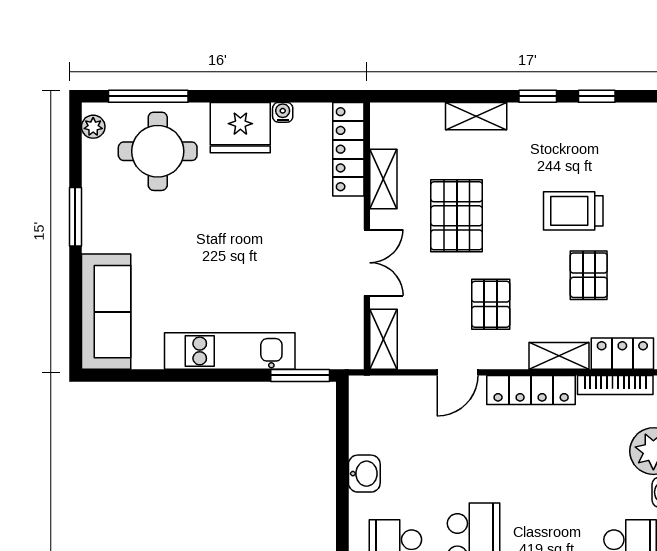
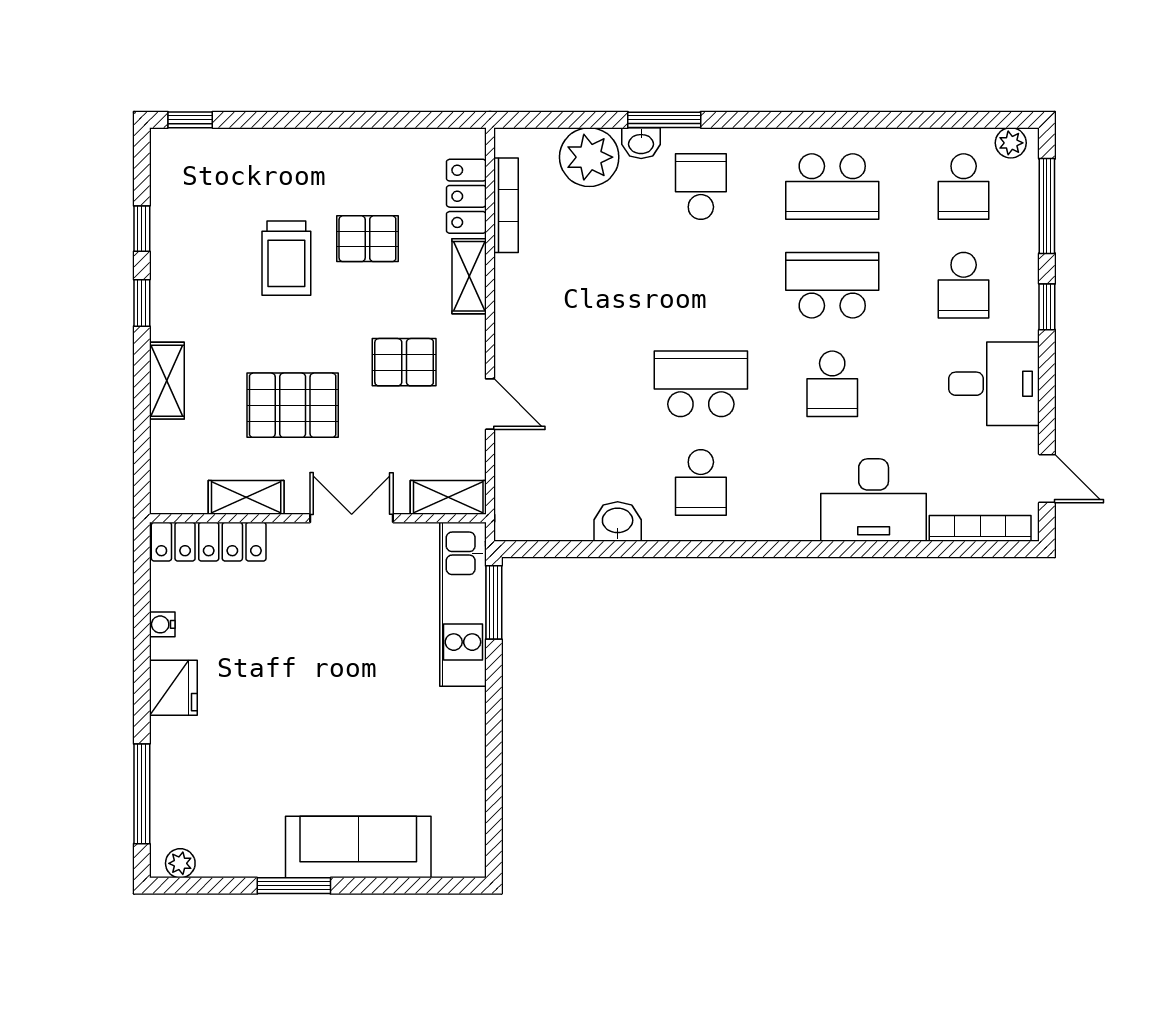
fridge: (240, 128) -> (173, 688), width x0.73, depth x0.75
round table: (158, 151) -> (211, 782), removed
sofa: (106, 312) -> (358, 847), moved
kitchen unit: (230, 351) -> (463, 604), moved
locker: (531, 390) -> (512, 311), removed

